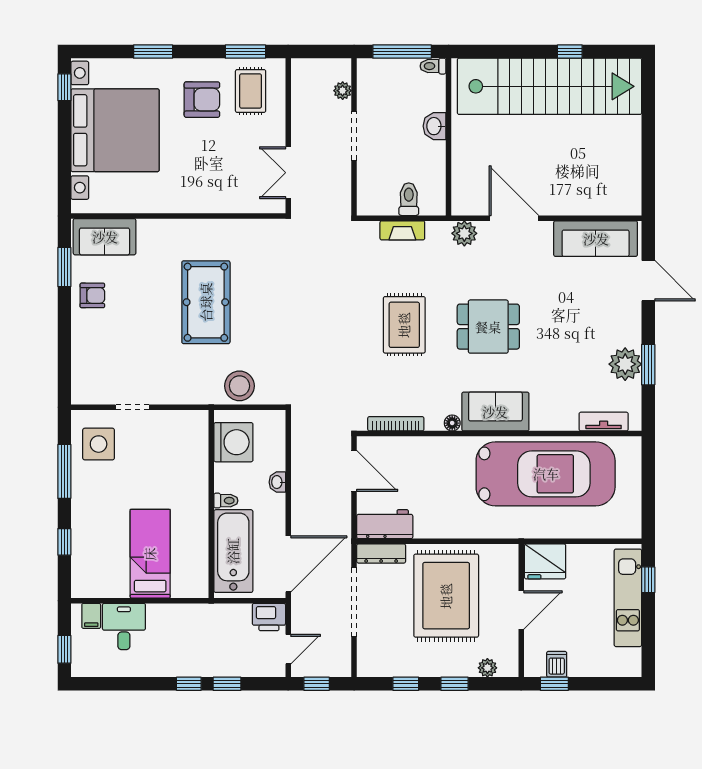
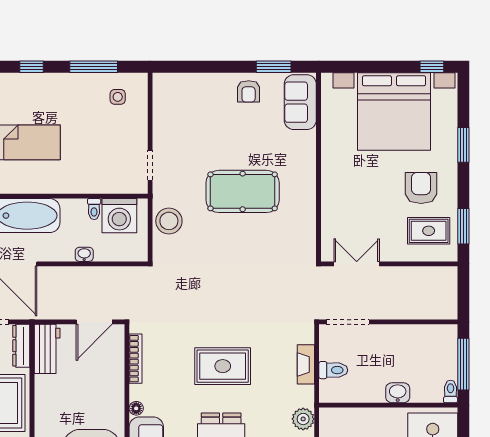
plant: (343, 91) -> (429, 312), removed
armchair: (202, 100) -> (421, 188), turned 180
doorway: (354, 136) -> (348, 322), moved
doorway: (132, 407) -> (150, 165), moved
side table: (99, 444) -> (118, 97), width x0.54, depth x0.54
toilet: (226, 501) -> (94, 209), moved

